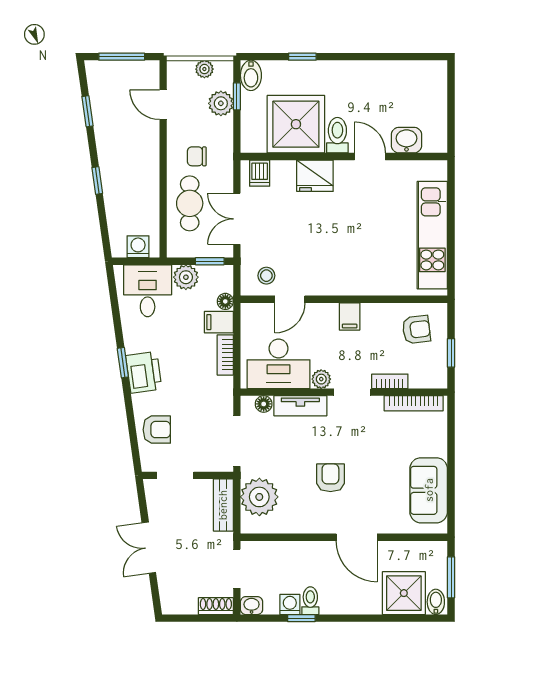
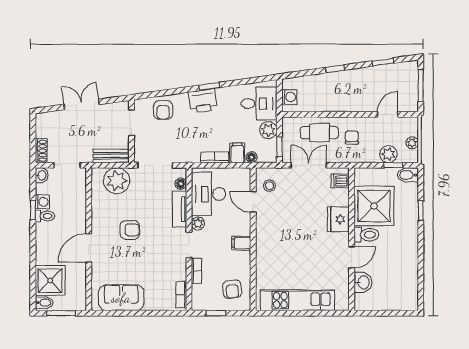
bookcase: (414, 403) -> (181, 295), width x0.64

